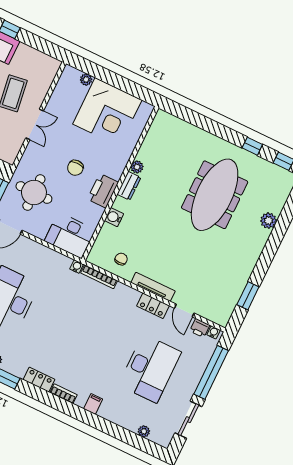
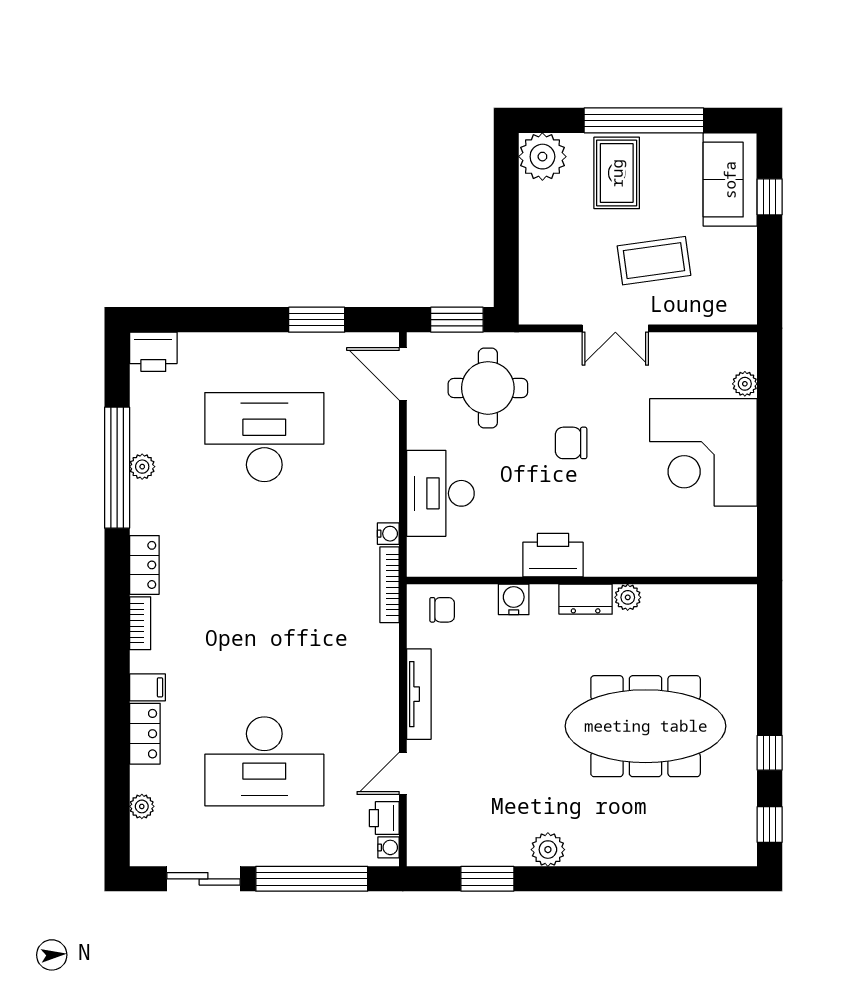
plant: (137, 167) -> (628, 597), moved
wall: (120, 183) -> (582, 581), moved
dresser: (129, 186) -> (586, 599), moved
printer: (103, 191) -> (553, 555), moved
water cooler: (114, 217) -> (514, 599), moved
plant: (268, 221) -> (548, 850), moved
locker: (153, 306) -> (145, 734), moved, turned 180

